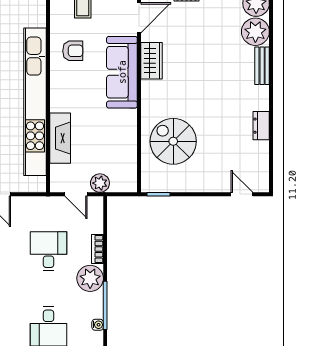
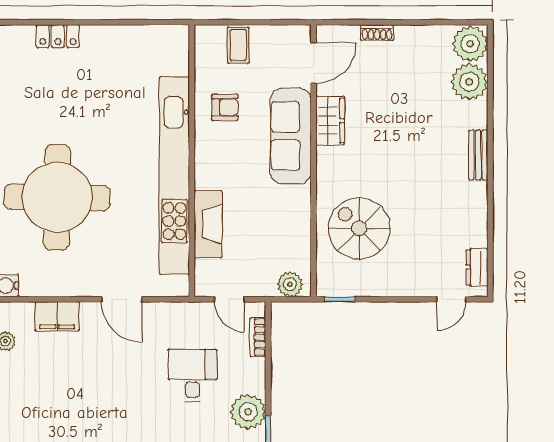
bench: (262, 66) -> (478, 155), moved
dresser: (261, 126) -> (477, 267), moved
plant: (100, 183) -> (290, 284), moved
door: (242, 194) -> (451, 299), swing flipped
bookcase: (97, 249) -> (258, 337), moved

